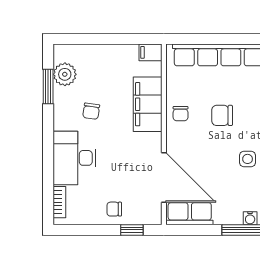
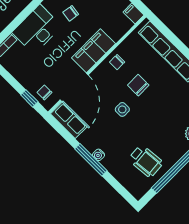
filing cabinet: (148, 104) -> (93, 51), moved
side table: (248, 159) -> (122, 109), moved
chair: (114, 209) -> (44, 92), moved

